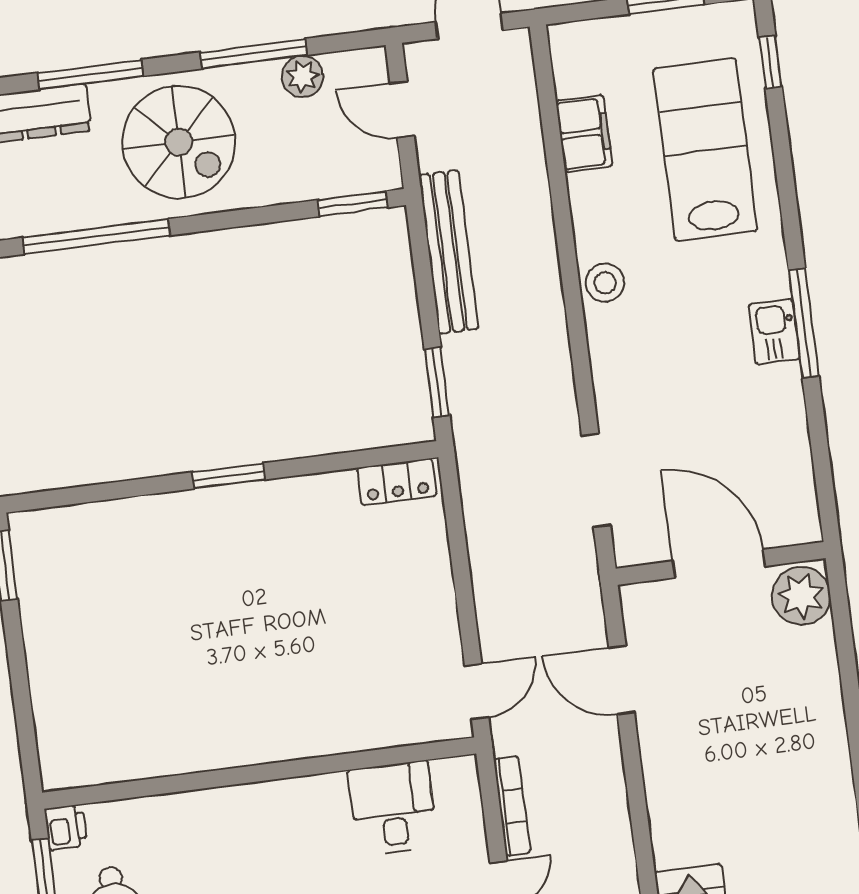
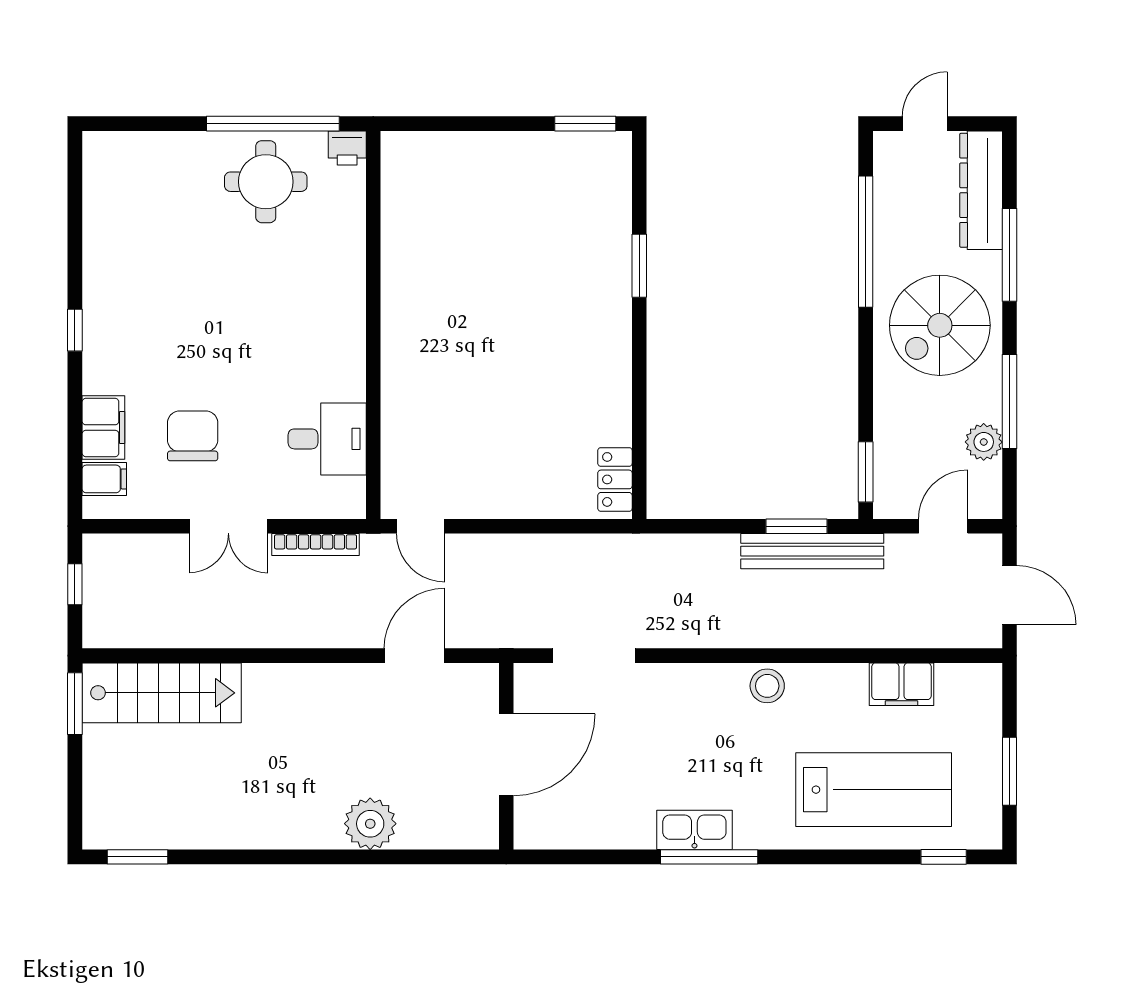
kitchen sink: (774, 332) -> (694, 830), width x1.38
window: (437, 382) -> (796, 526), moved
window: (229, 476) -> (639, 266), moved
plant: (801, 596) -> (370, 824), moved

